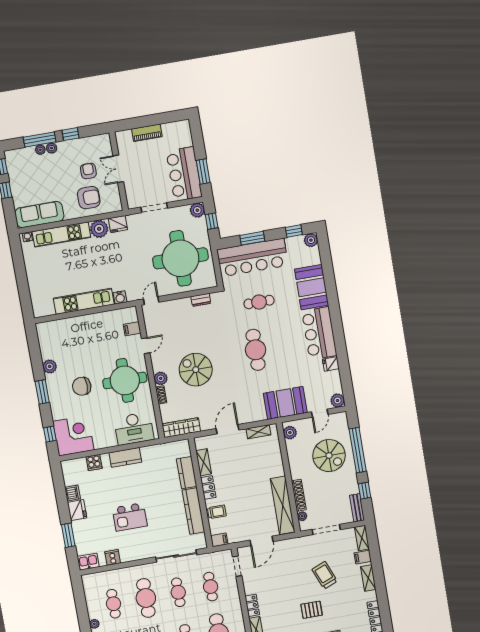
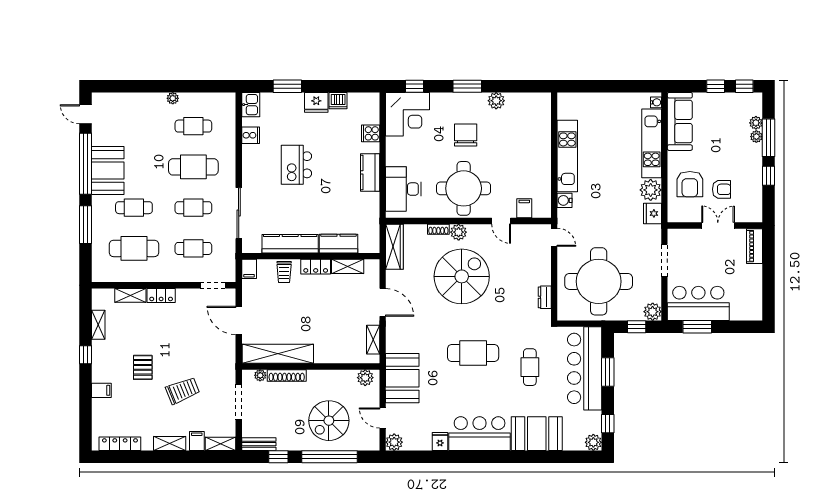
piano: (147, 133) -> (755, 246), moved
plant: (52, 148) -> (756, 123), moved
spiral stairs: (196, 370) -> (462, 276), width x1.37, depth x1.37

